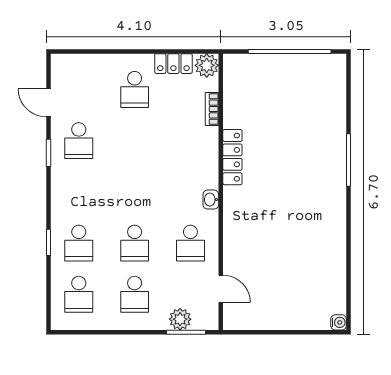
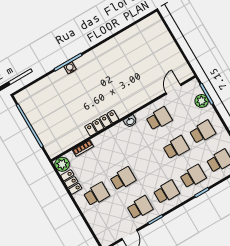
school desk: (135, 141) -> (123, 179), added
school desk: (79, 192) -> (166, 192), added
water cooler: (339, 322) -> (70, 68), moved

